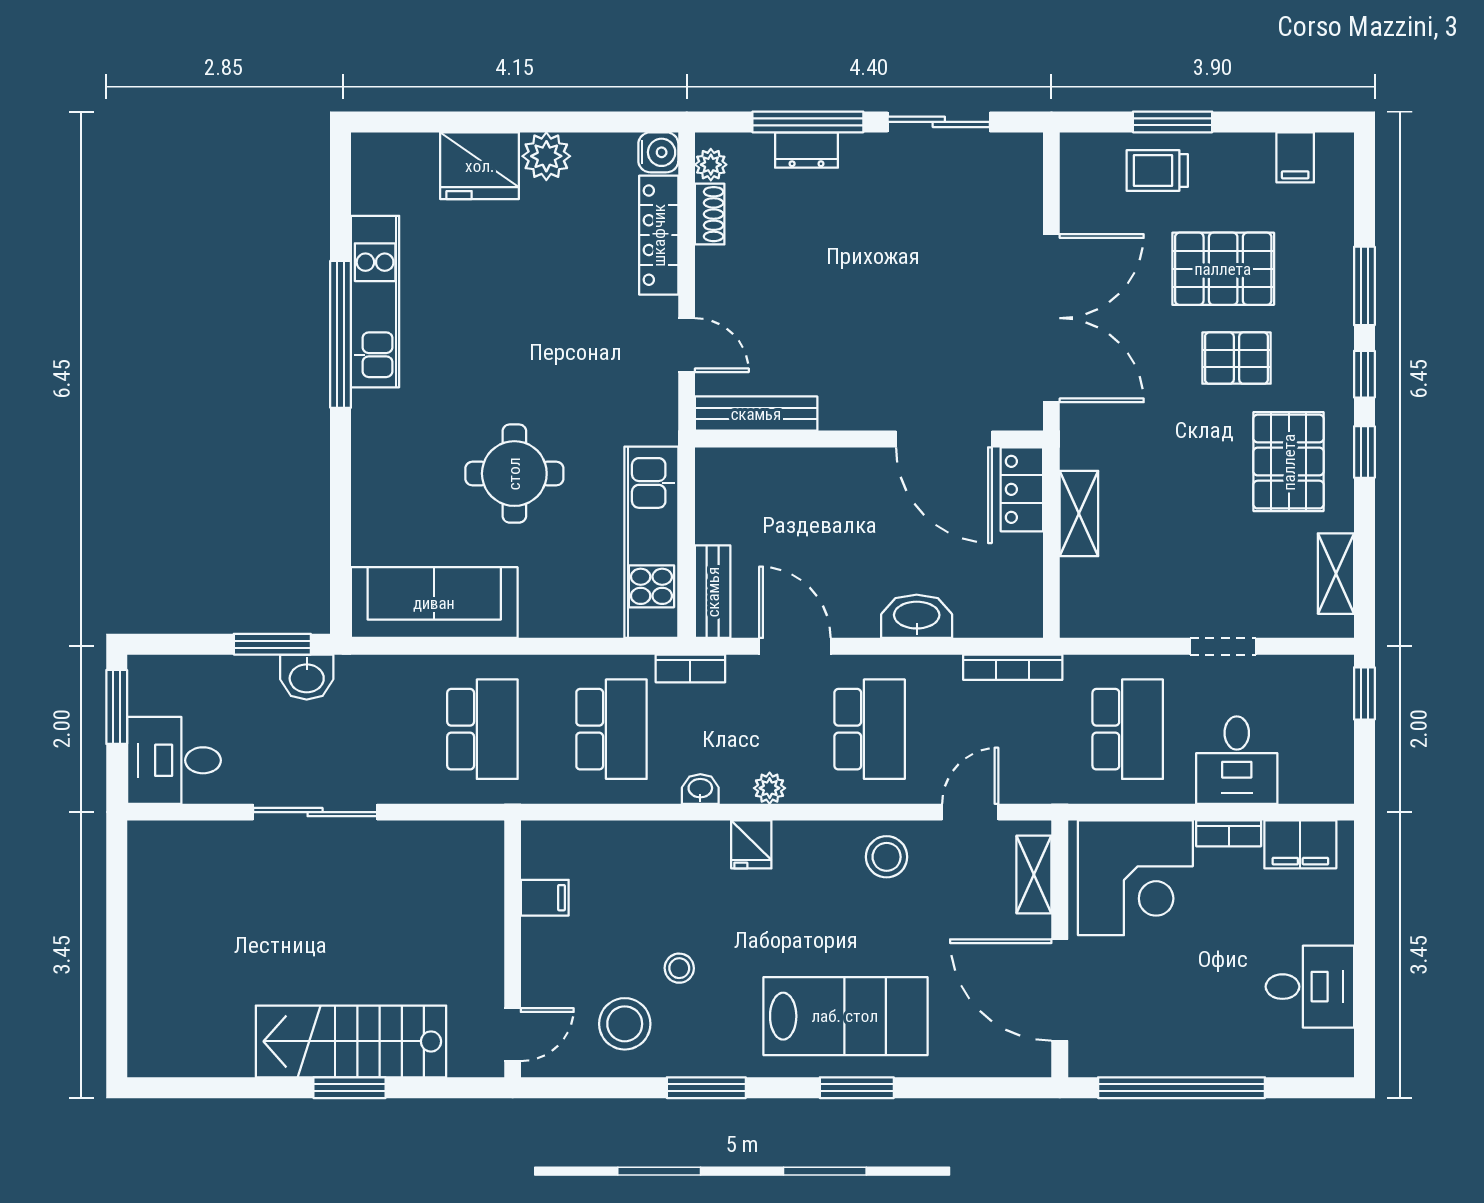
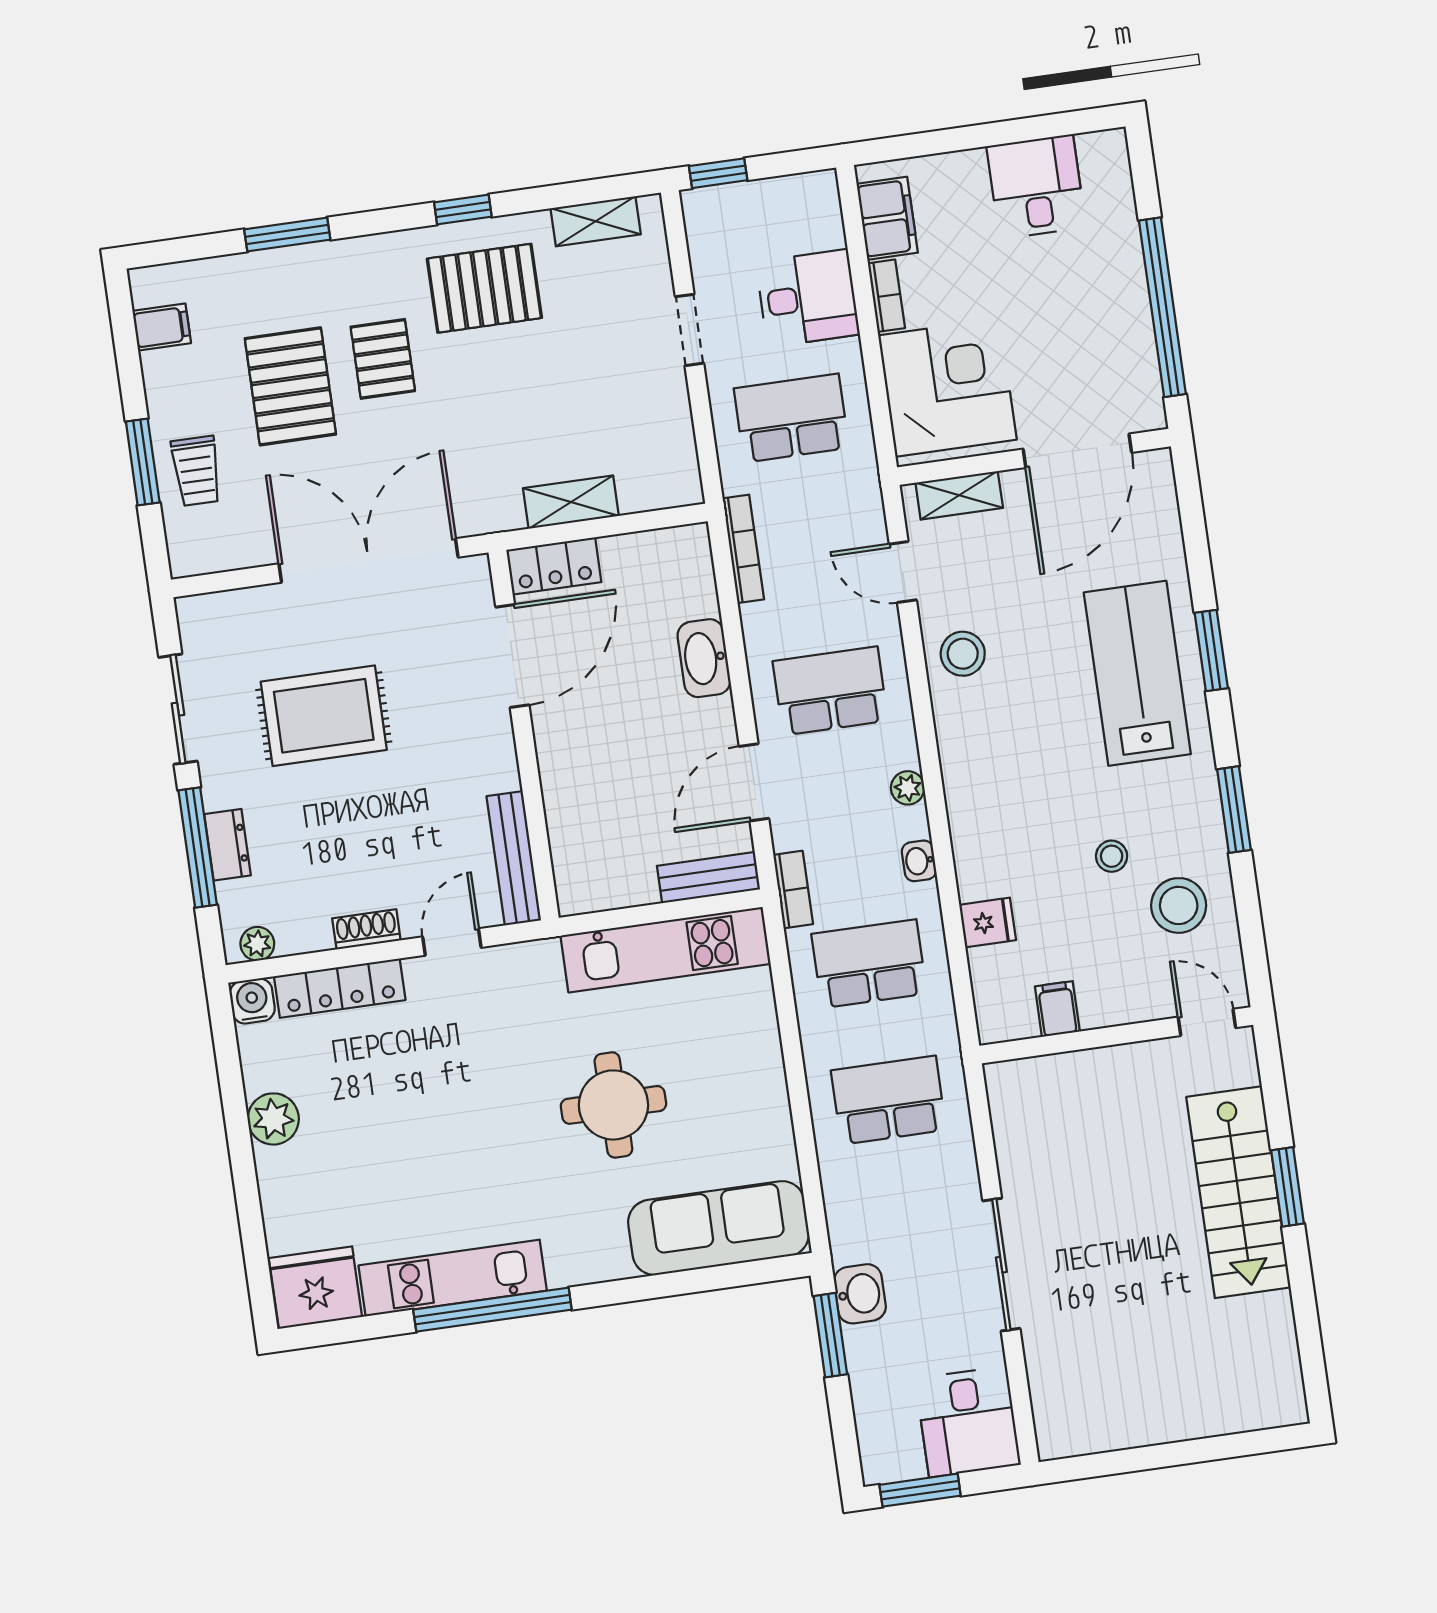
fridge: (480, 166) -> (315, 1288), moved, turned -90
shoe rack: (710, 214) -> (366, 929), moved
rug: (913, 256) -> (324, 716), added
window: (1364, 374) -> (381, 221), removed
sofa: (434, 603) -> (719, 1228), moved, turned 90
fridge: (751, 844) -> (988, 923), moved

